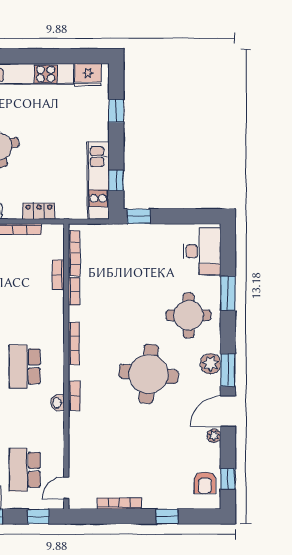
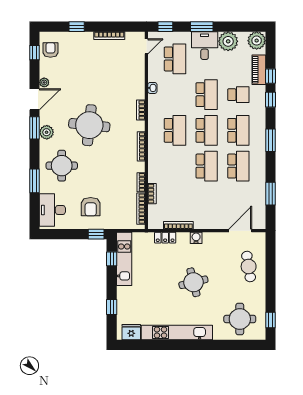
armchair: (147, 256) -> (91, 207), added
washbasin: (57, 403) -> (152, 88), moved

